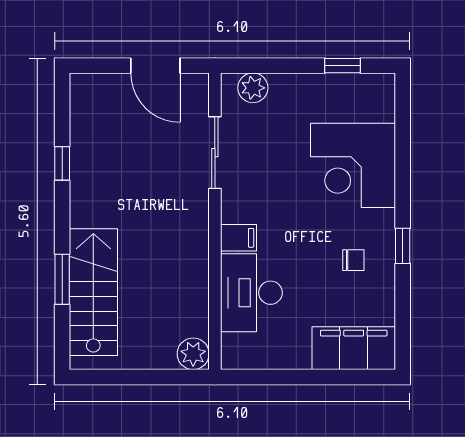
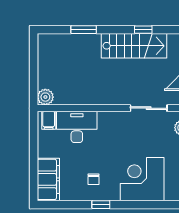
filing cabinet: (239, 238) -> (49, 120), moved
stairs: (93, 292) -> (134, 46), moved

